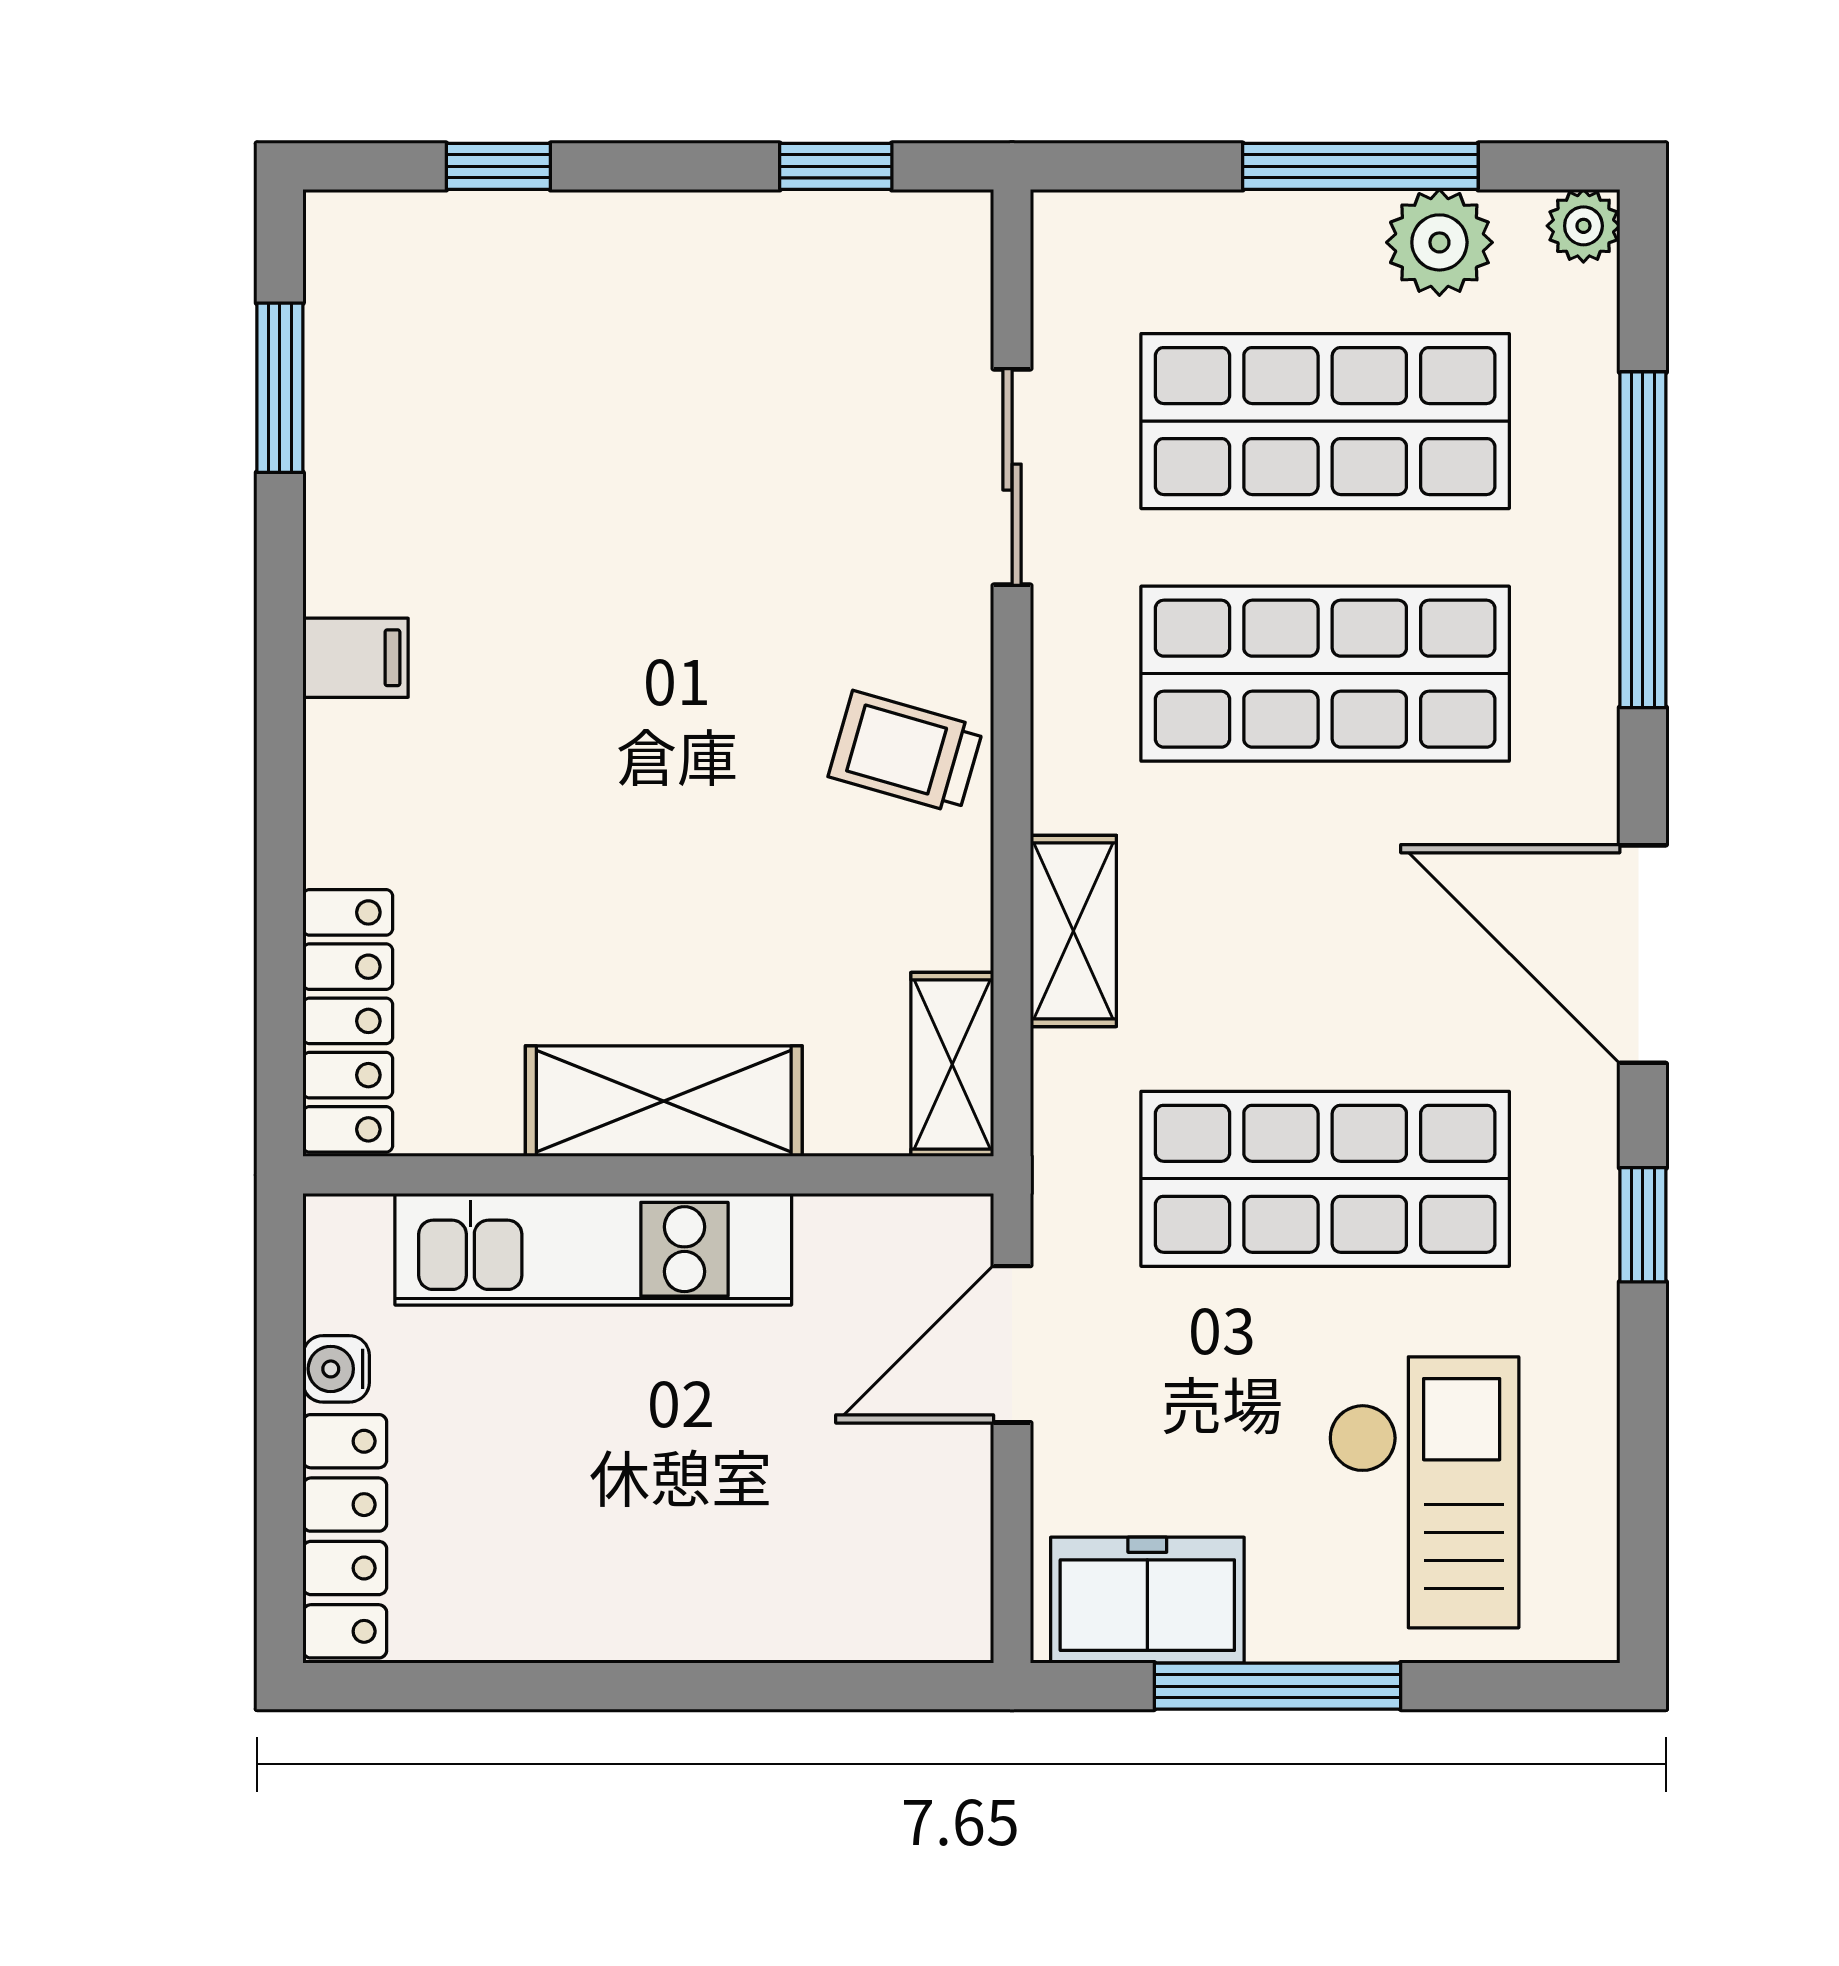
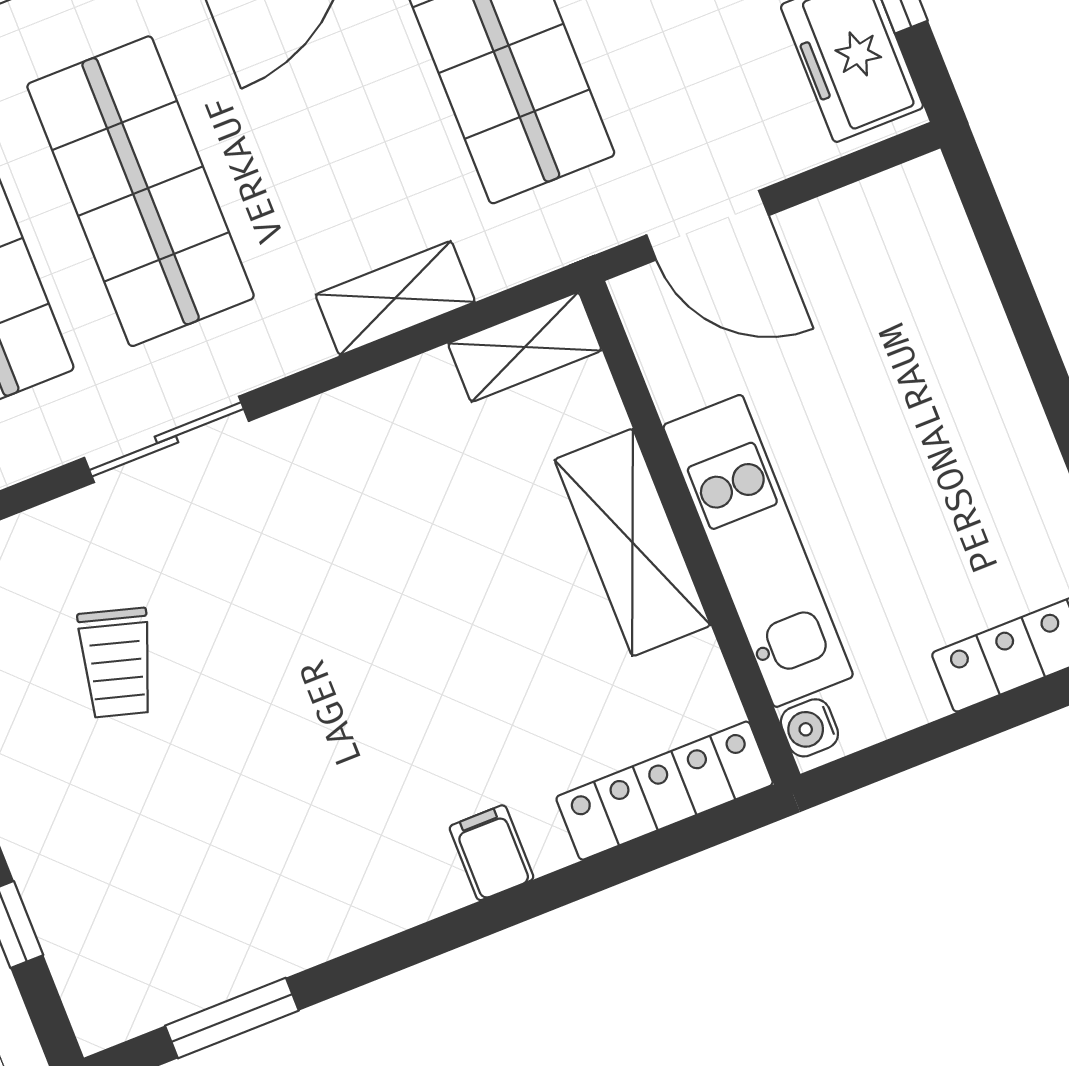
sliding door: (1012, 477) -> (166, 439), moved
filing cabinet: (356, 658) -> (491, 853), moved
trolley: (906, 752) -> (116, 663), moved
water cooler: (336, 1369) -> (809, 728), moved, turned 90

